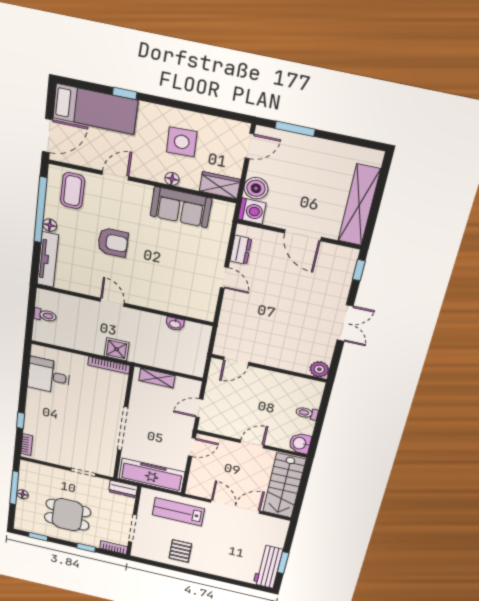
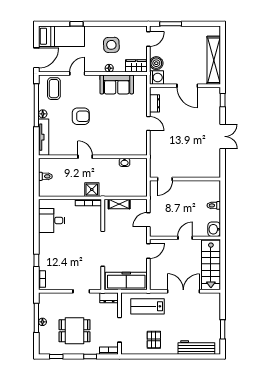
plant: (319, 369) -> (215, 172), removed
workbench: (268, 567) -> (196, 347), moved, turned 90

